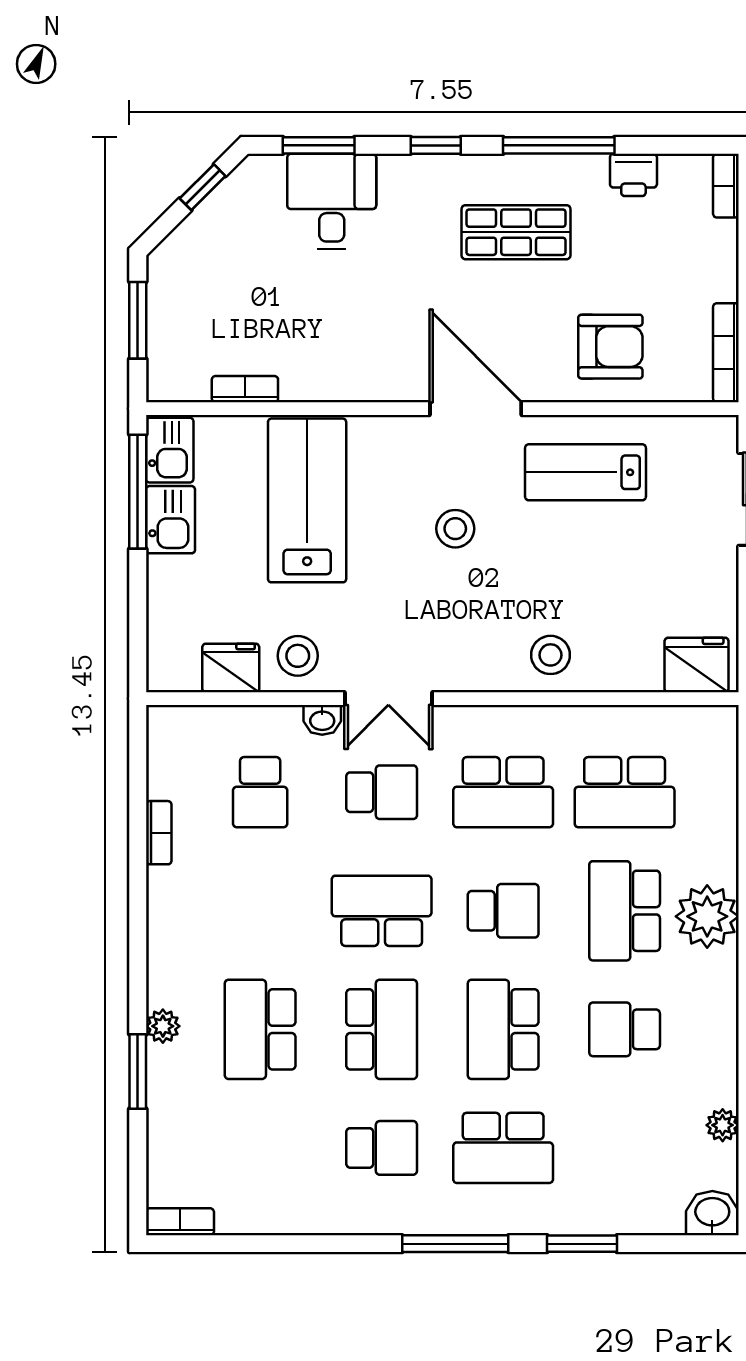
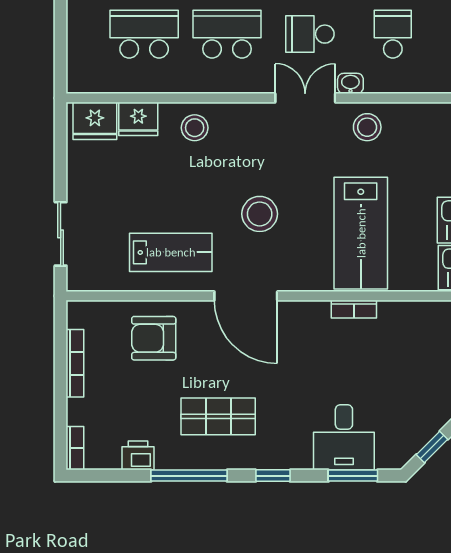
bookcase: (726, 353) -> (75, 363), moved
bookcase: (245, 389) -> (354, 309), moved
stool: (455, 529) -> (260, 214), width x1.38, depth x1.38
fridge: (231, 668) -> (138, 119), moved

